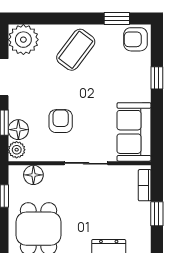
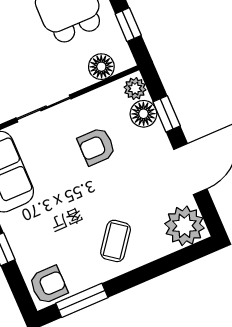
window: (117, 19) -> (82, 300), width x1.50
coffee table: (76, 50) -> (116, 241), width x0.73, depth x0.77
armchair: (61, 121) -> (97, 146), turned 90

